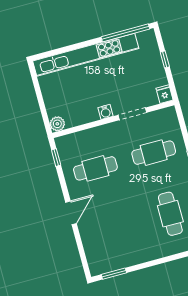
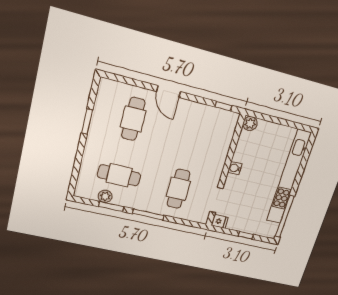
doorway: (132, 114) -> (216, 200), moved
cafe table: (95, 168) -> (133, 119), moved
window: (114, 274) -> (87, 122), moved

